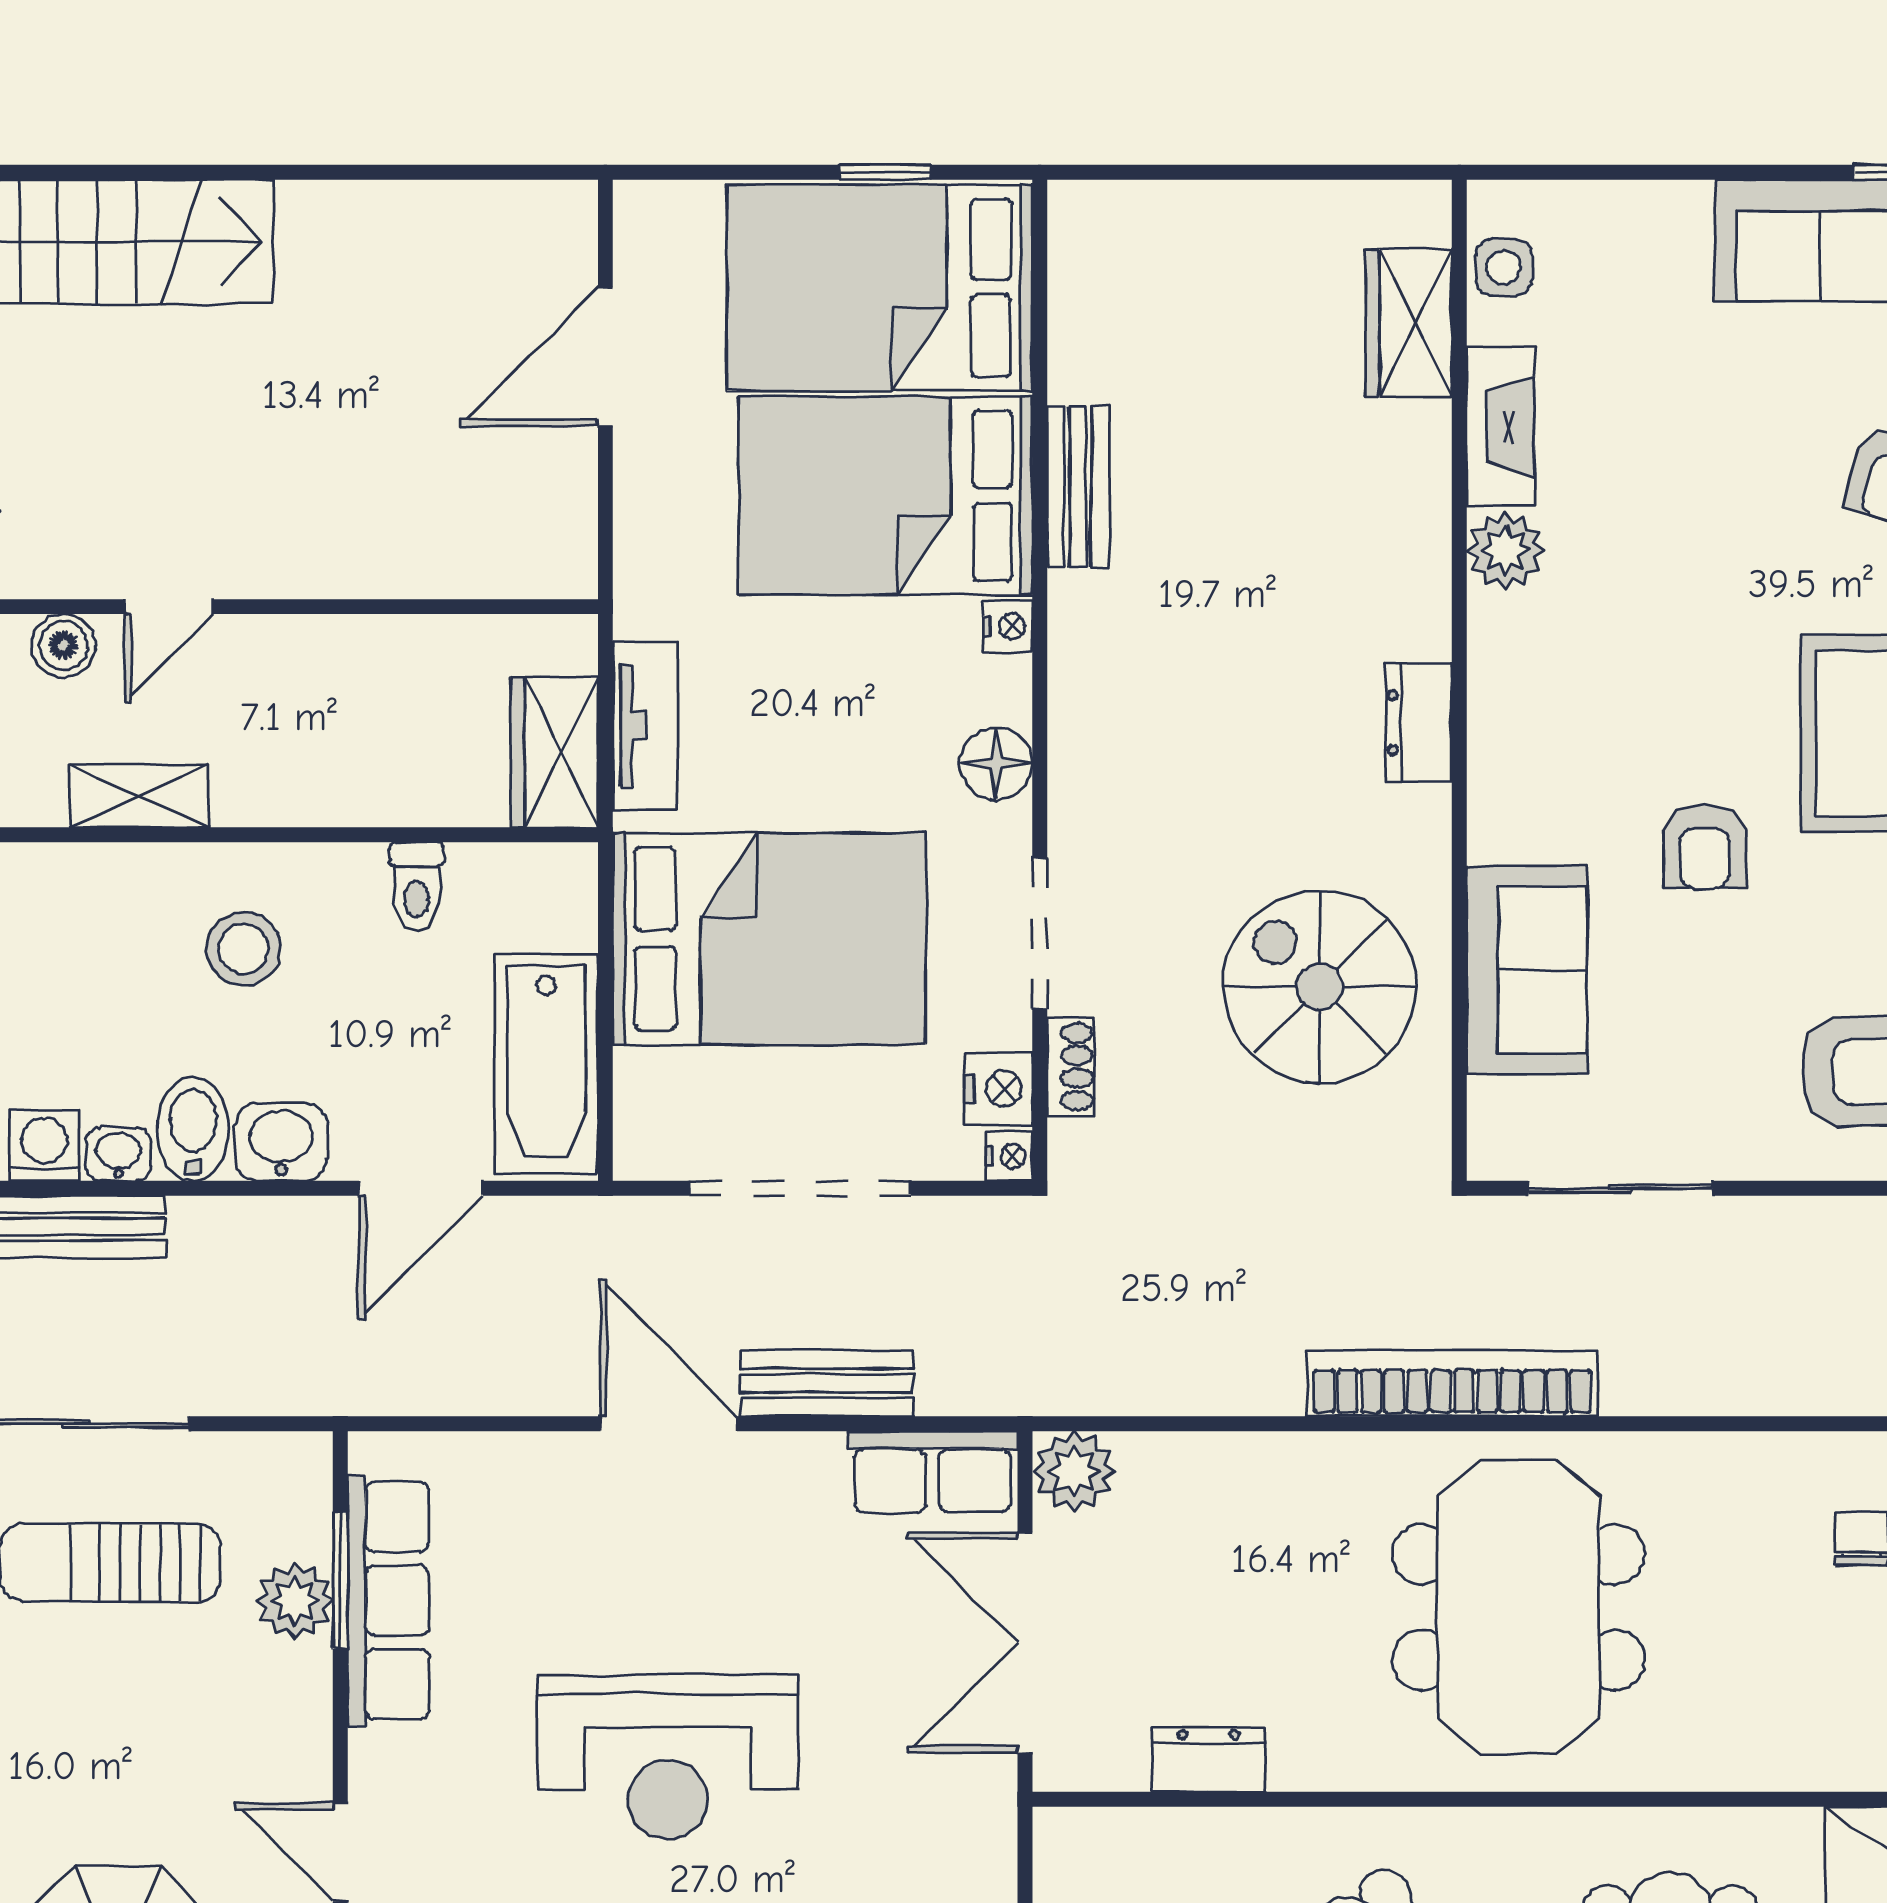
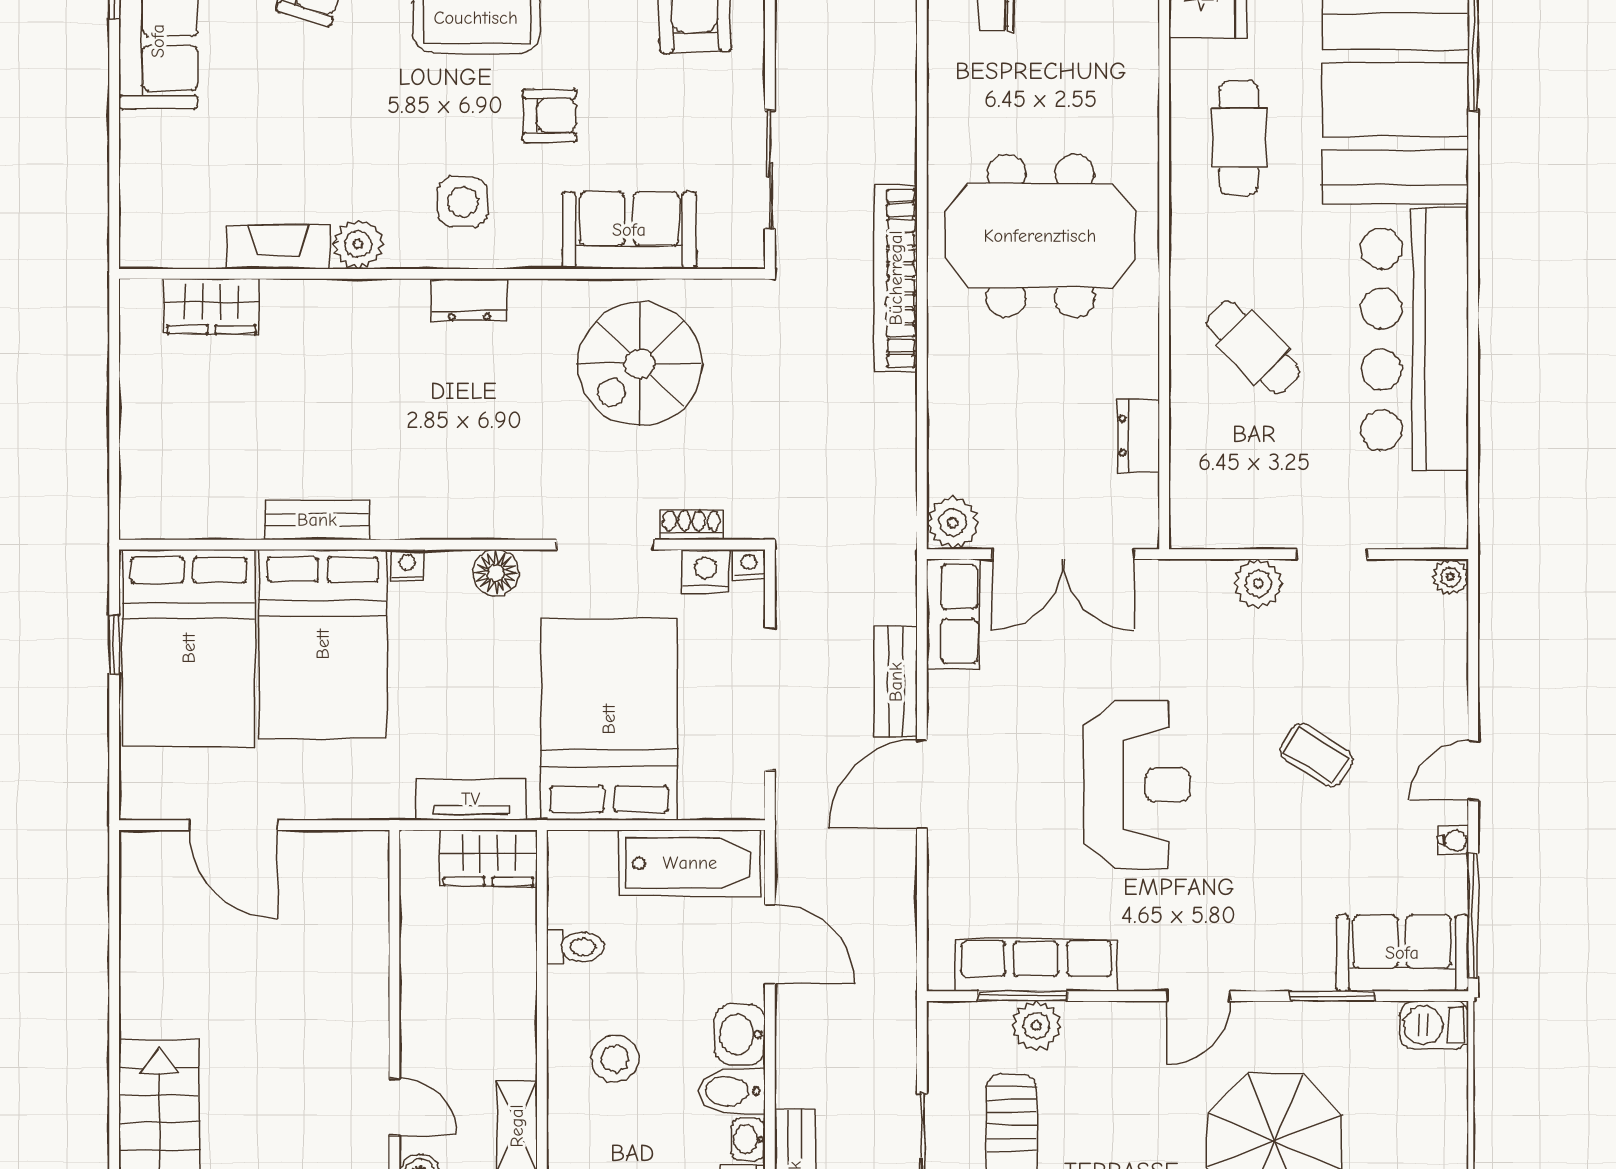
side table: (1504, 267) -> (463, 202), moved, width x1.37, depth x1.37

